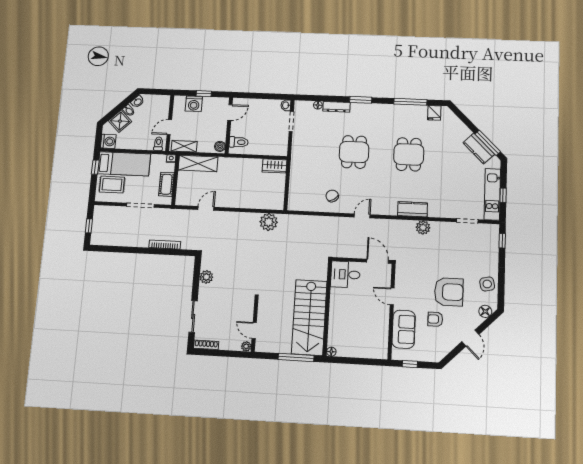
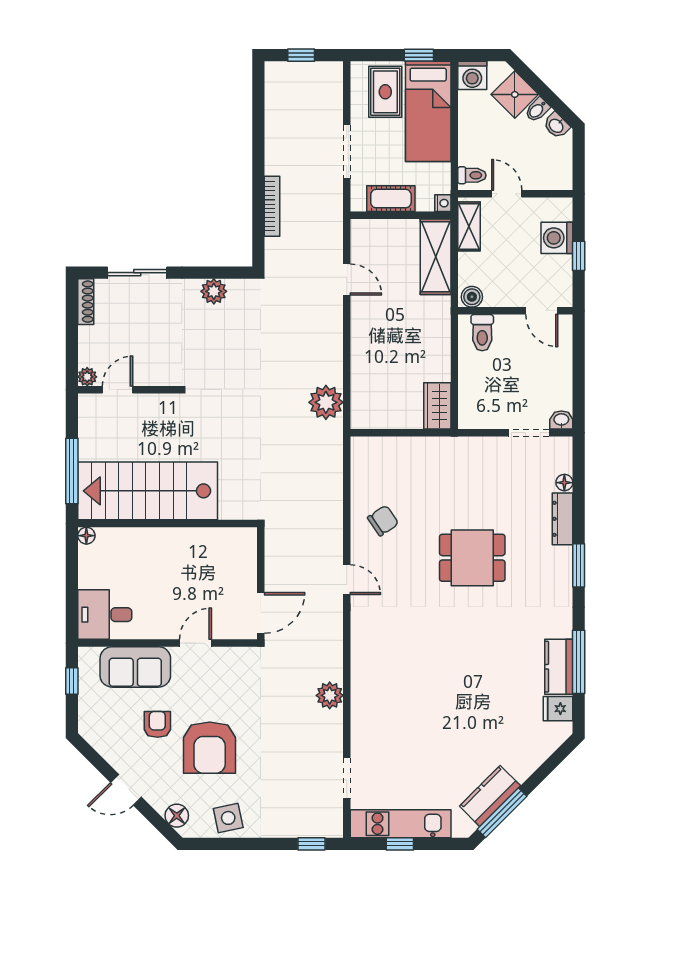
dining table: (409, 154) -> (472, 663), removed
kitchen counter: (412, 209) -> (559, 667), moved, turned 180
desk: (345, 274) -> (105, 615), moved, turned -90

